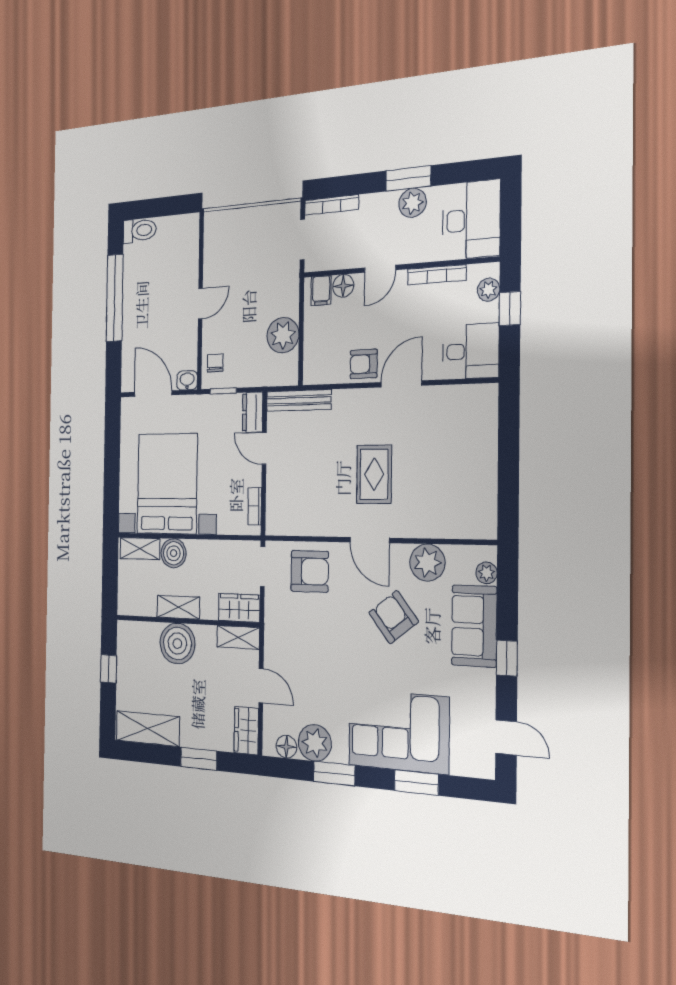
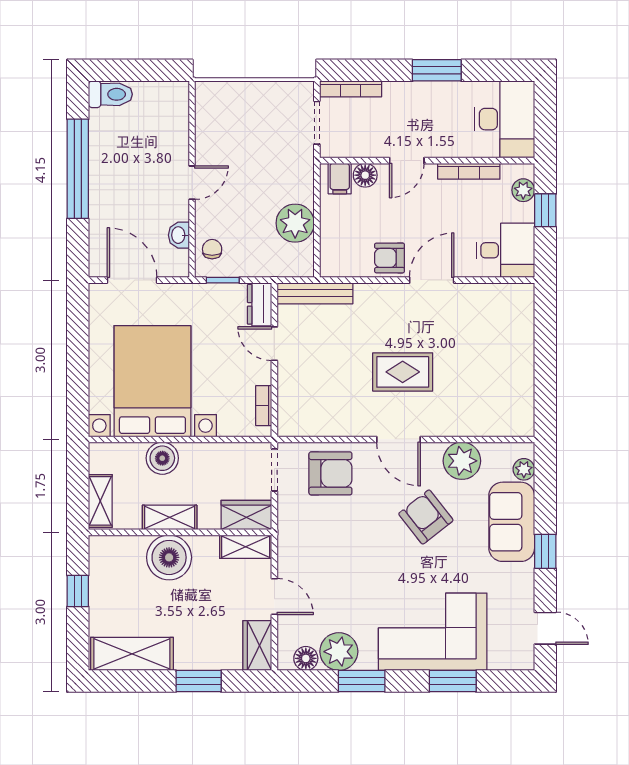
plant: (413, 203) -> (442, 96), removed
washbasin: (187, 380) -> (179, 235), moved, turned -90
rug: (374, 474) -> (403, 372), turned 90
shelving: (140, 549) -> (100, 501), moved, turned 90

